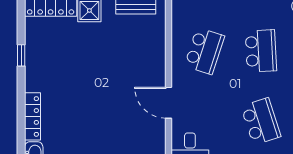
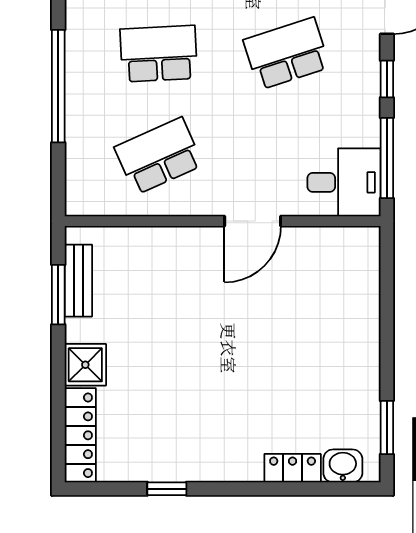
school desk: (204, 51) -> (159, 156), turned -42
locker: (32, 116) -> (293, 468), width x0.66

